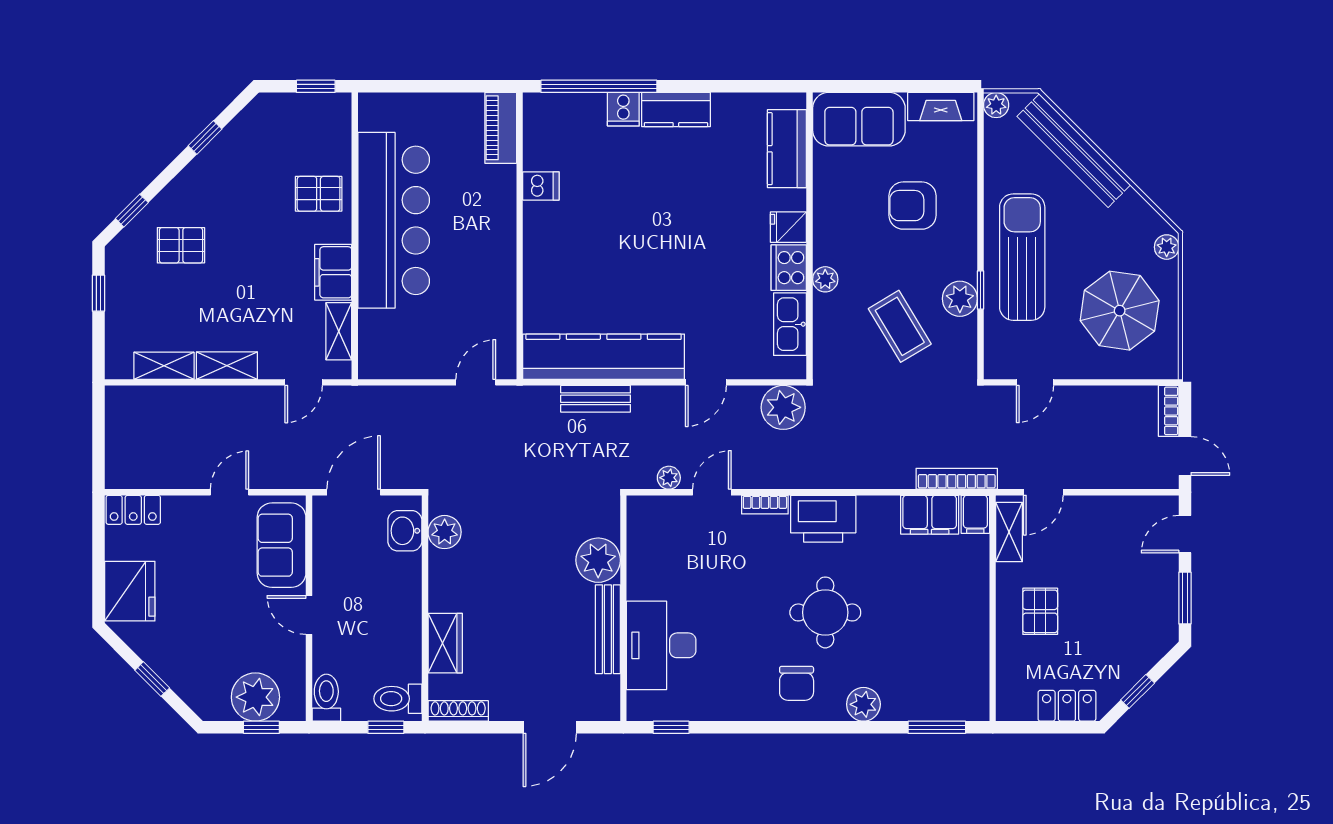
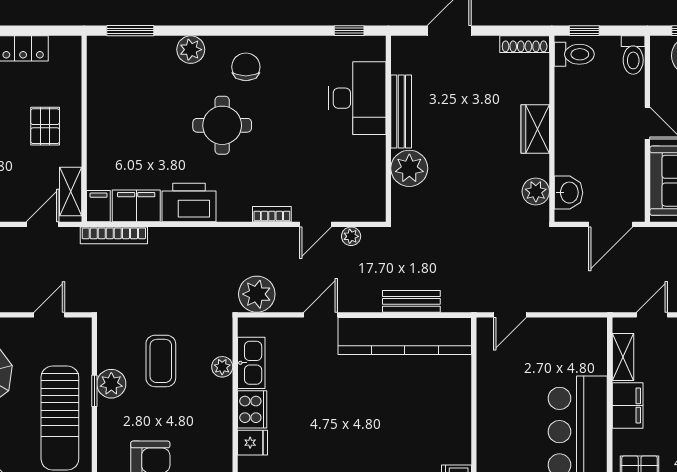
plant: (825, 279) -> (222, 367), moved
coffee table: (900, 326) -> (161, 361), turned 31
printer: (823, 519) -> (189, 202), moved
wardrobe: (445, 643) -> (535, 129), moved

